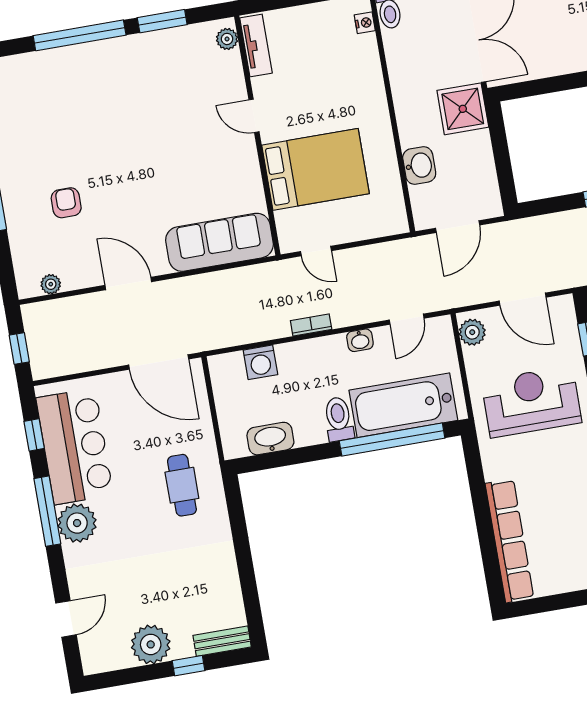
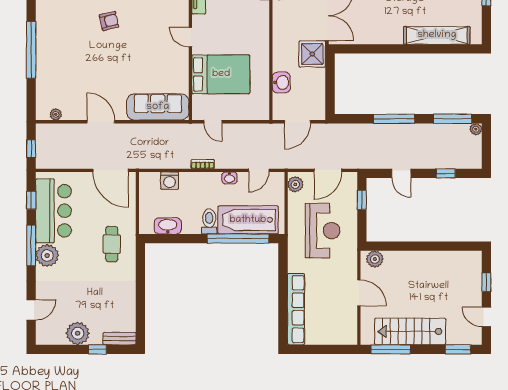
armchair: (66, 203) -> (109, 21), moved, turned 77
door: (523, 299) -> (328, 170), hinge flipped
reception desk: (531, 402) -> (323, 231), turned 90

